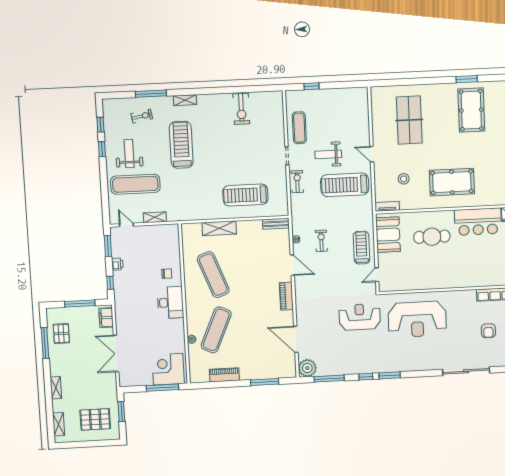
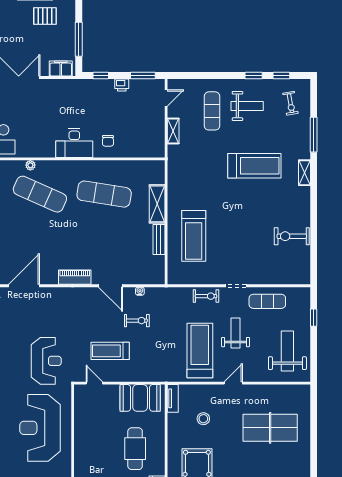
weight bench: (342, 108) -> (287, 351), added
exercise bike: (142, 116) -> (290, 103), moved
exercise mat: (135, 184) -> (212, 111), width x0.73, depth x0.69
treadmill: (245, 195) -> (194, 236), turned 180
bench: (276, 224) -> (159, 240), moved
treadmill: (361, 248) -> (110, 351), moved, turned 180
door: (292, 265) -> (110, 286), hinge flipped
exercise mat: (213, 275) -> (104, 194), turned 30

